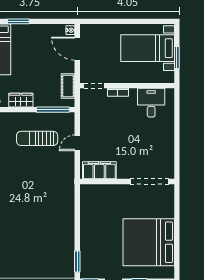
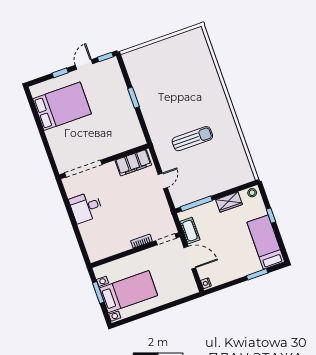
door: (77, 49) -> (190, 258), moved
desk: (151, 103) -> (86, 207), moved, turned 90
sun lounger: (37, 138) -> (192, 139), moved
bed: (149, 242) -> (62, 106), width x0.73
window: (77, 262) -> (133, 98), moved

